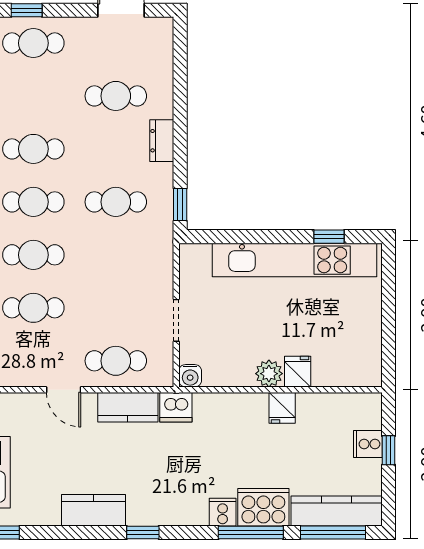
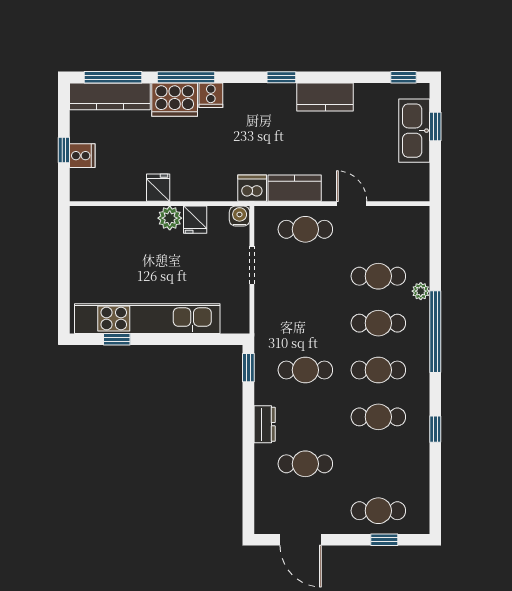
fridge: (298, 372) -> (195, 220), moved

